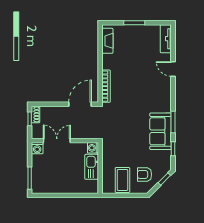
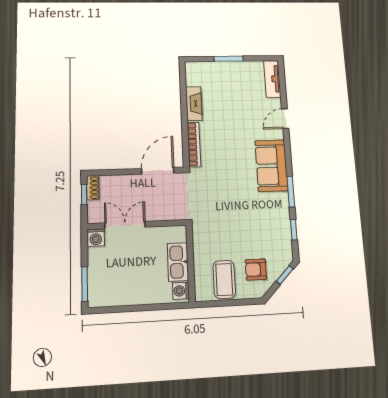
fireplace: (107, 41) -> (194, 104), moved
door: (173, 69) -> (285, 119), hinge flipped
sofa: (161, 131) -> (272, 166), moved
washing machine: (93, 148) -> (181, 291), moved

